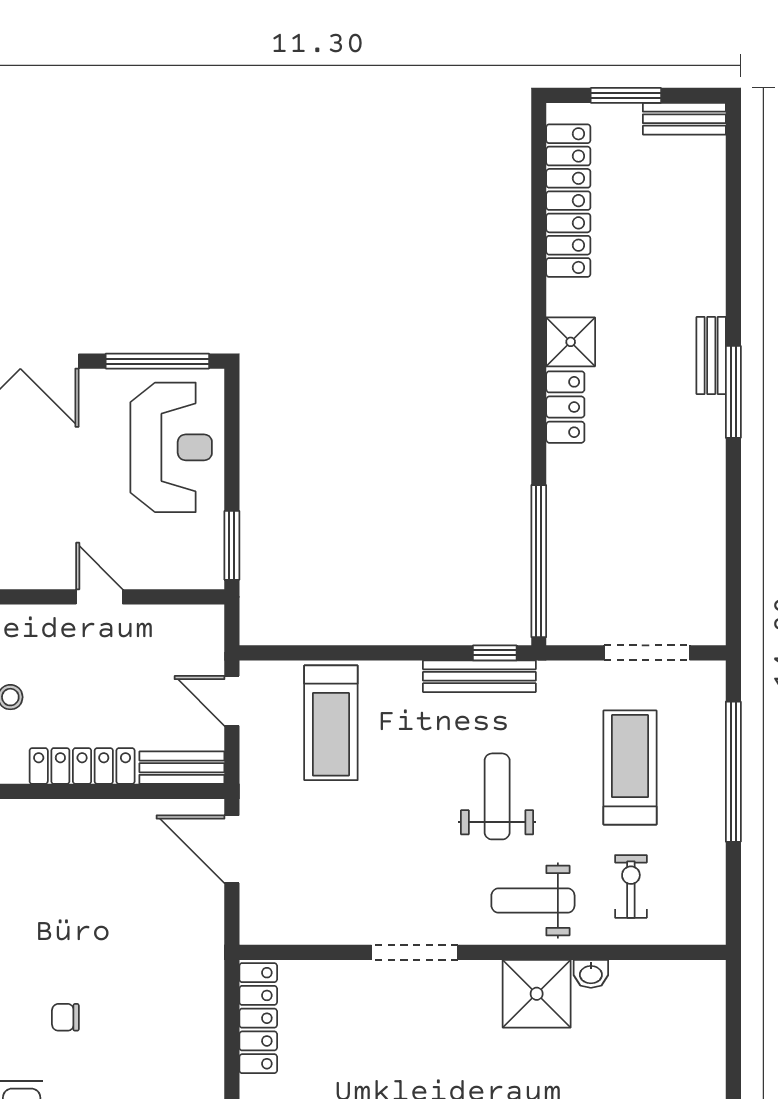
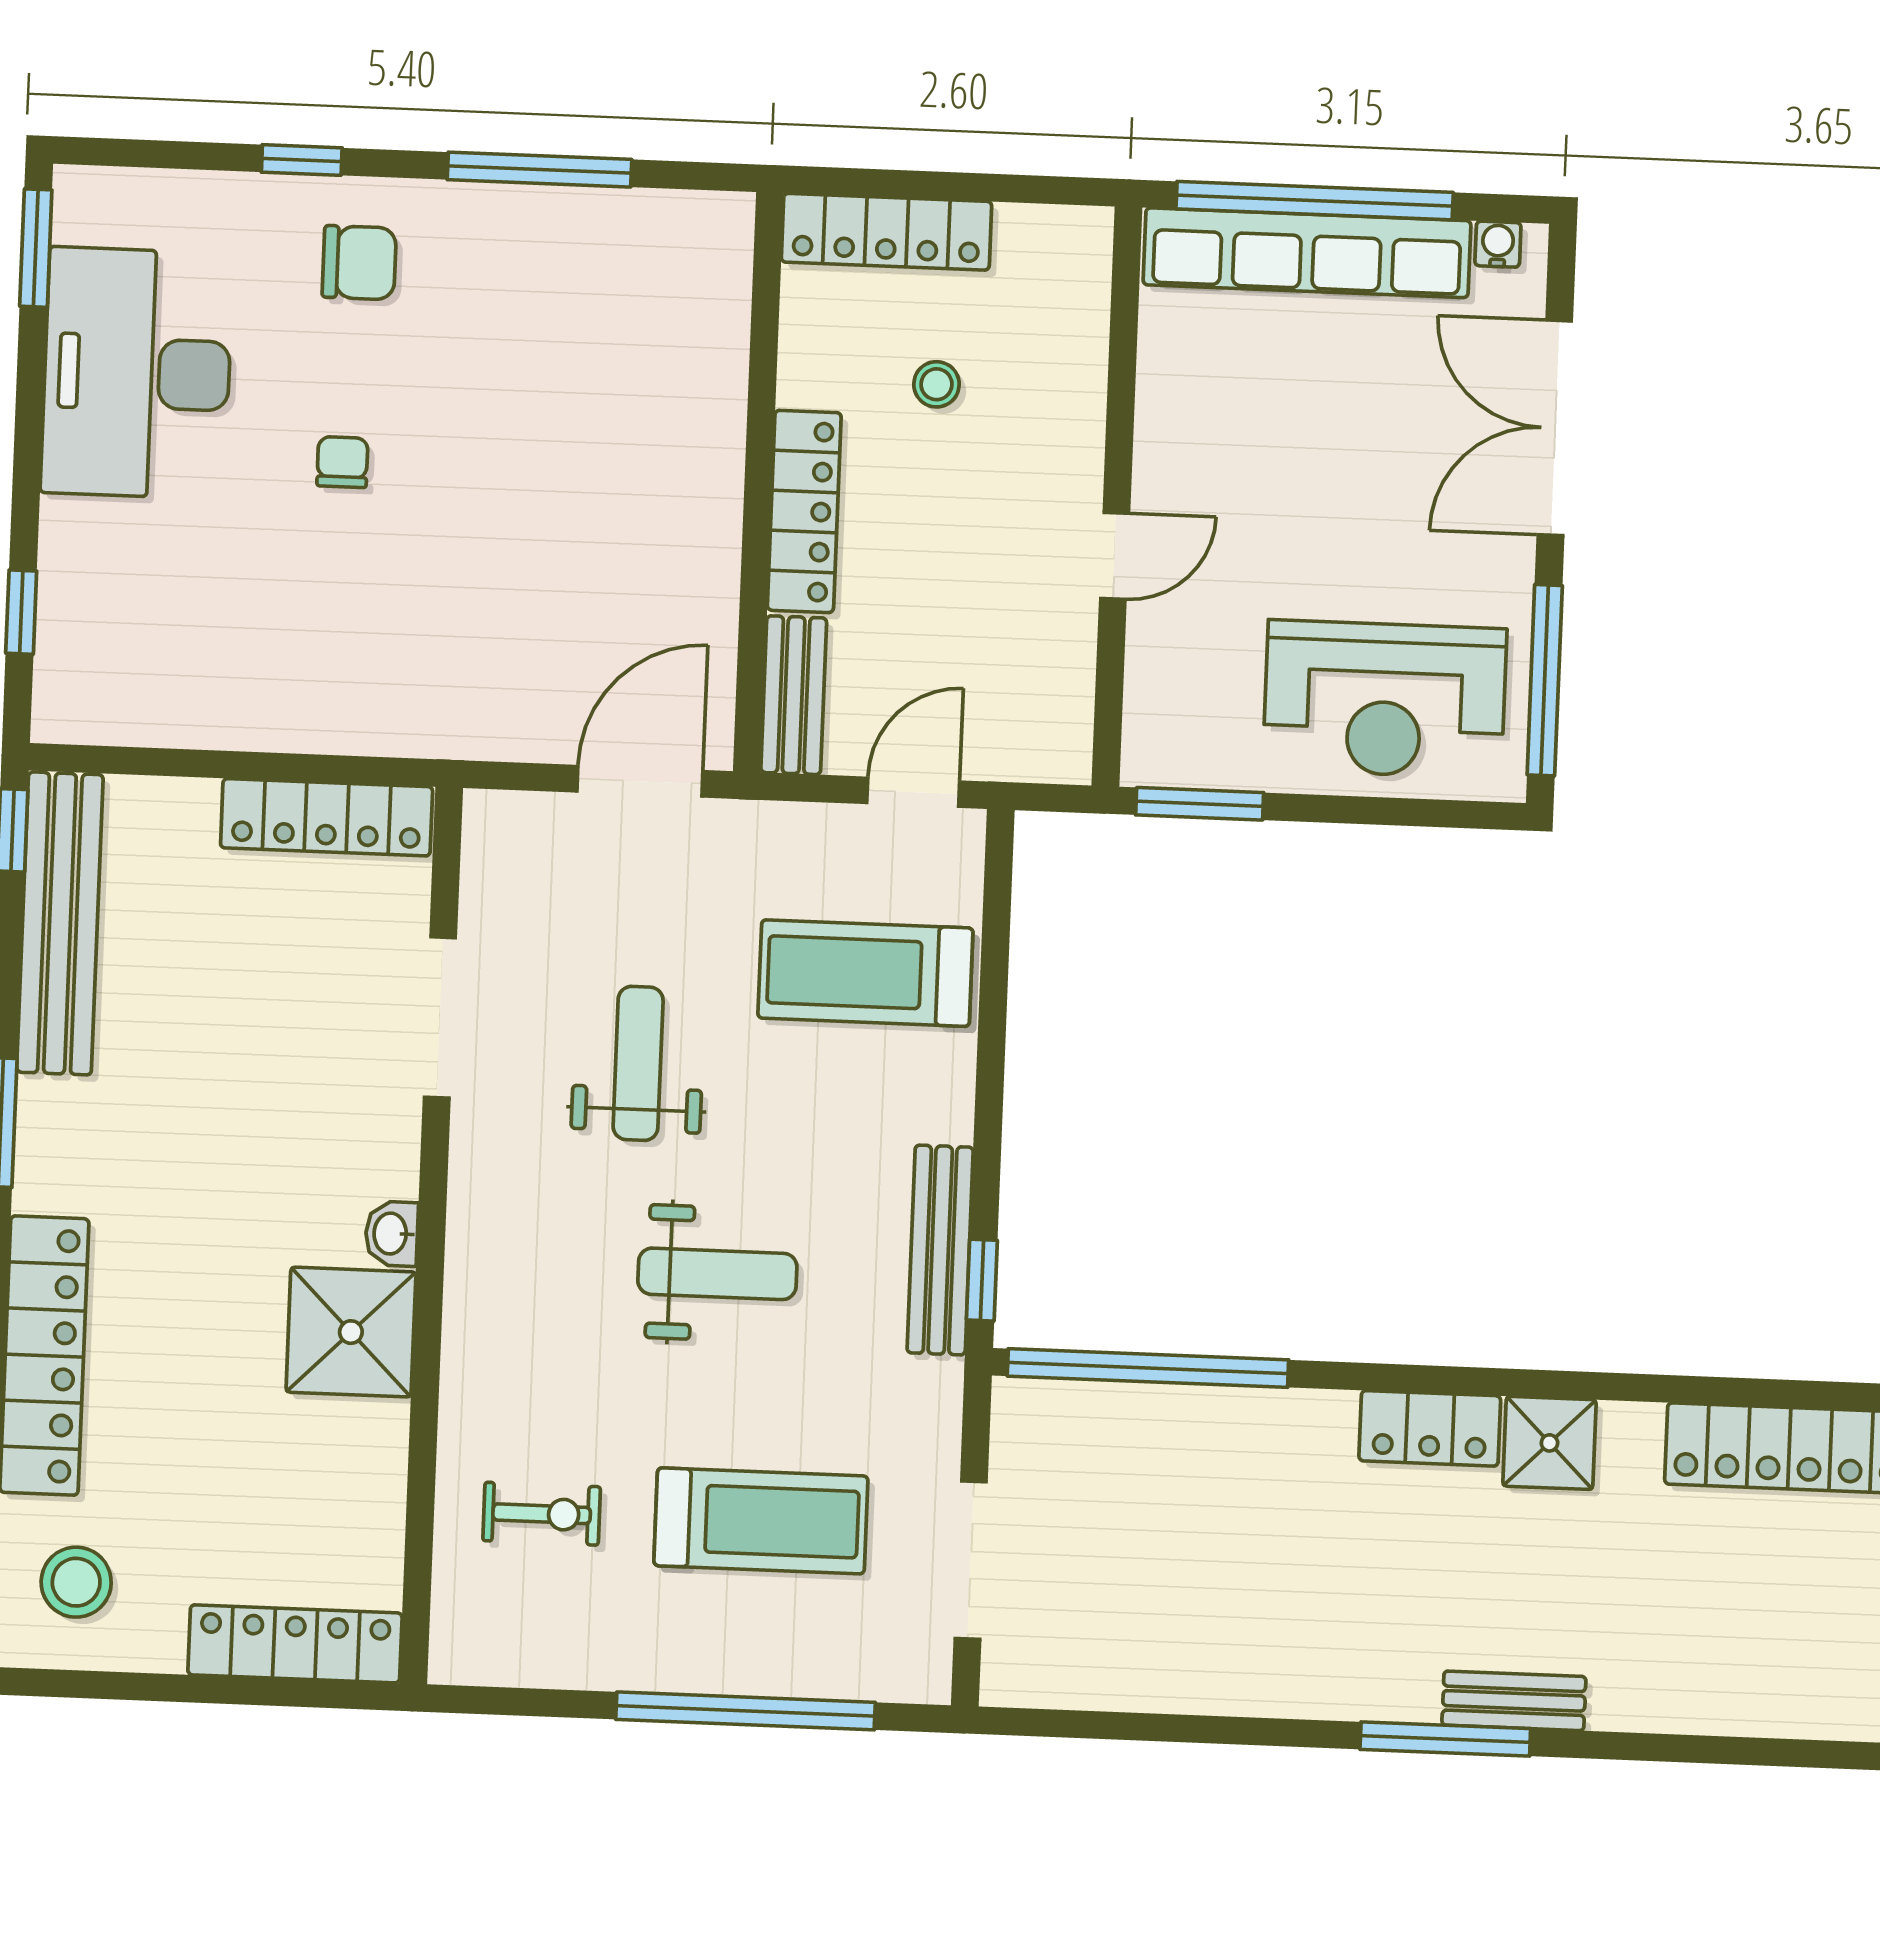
weight bench: (533, 901) -> (638, 1063), moved
doorway: (415, 952) -> (440, 1017), moved
washbasin: (591, 974) -> (392, 1234), moved
locker: (707, 1017) -> (295, 1644), added

